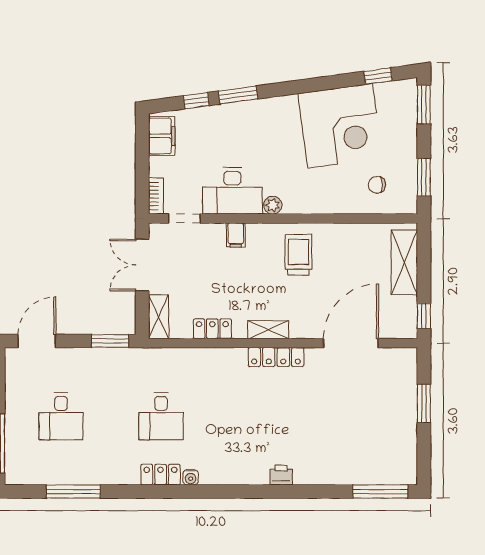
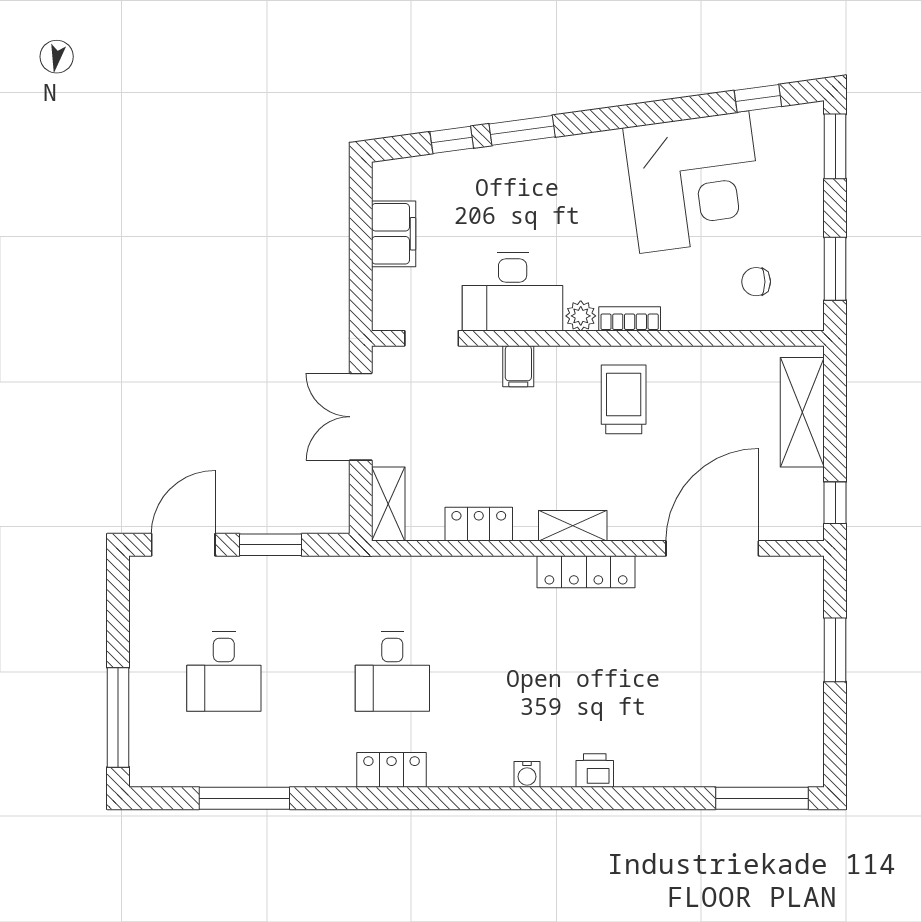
filing cabinet: (162, 136) -> (394, 234), moved
bookcase: (156, 196) -> (630, 319), moved, turned -90
window: (110, 341) -> (270, 545), moved
water cooler: (191, 477) -> (527, 774), moved

